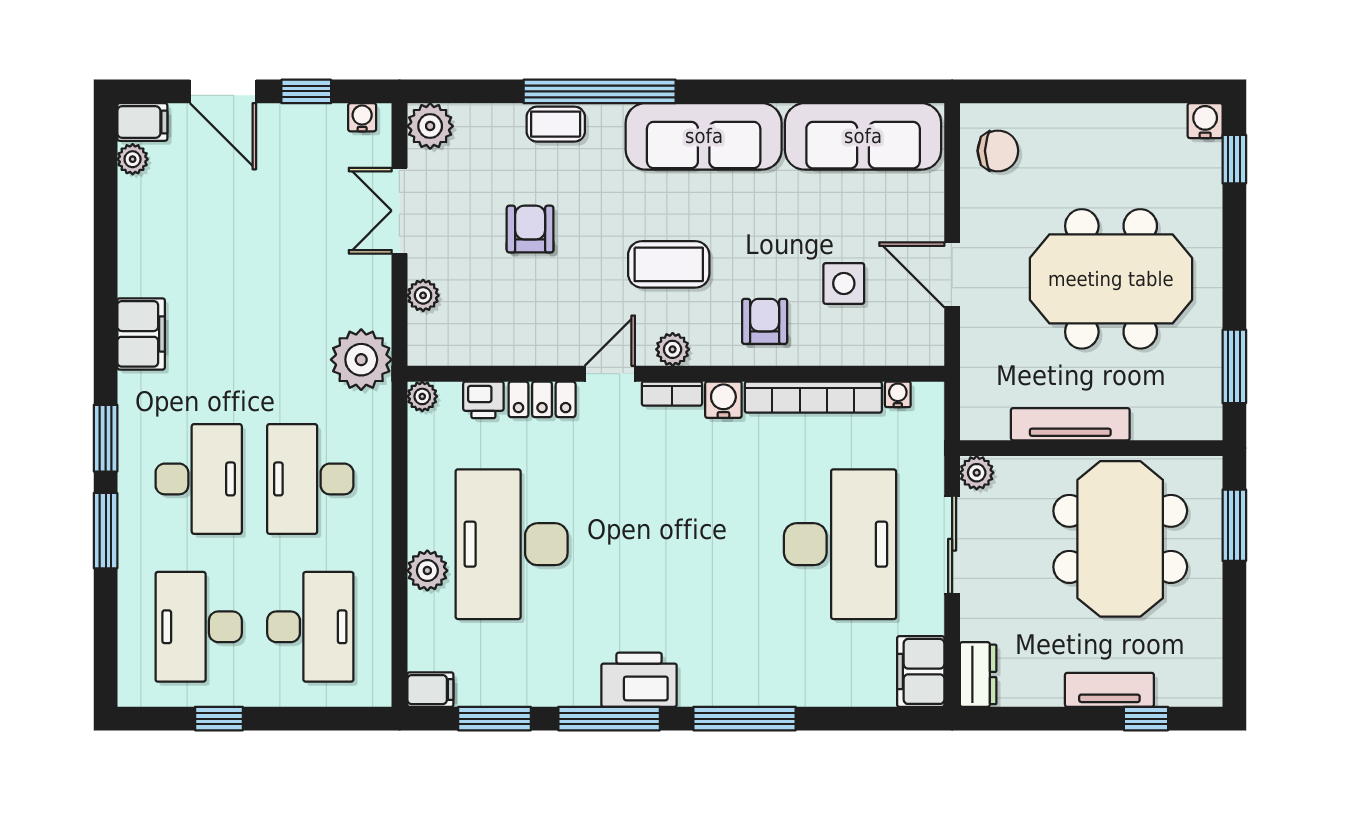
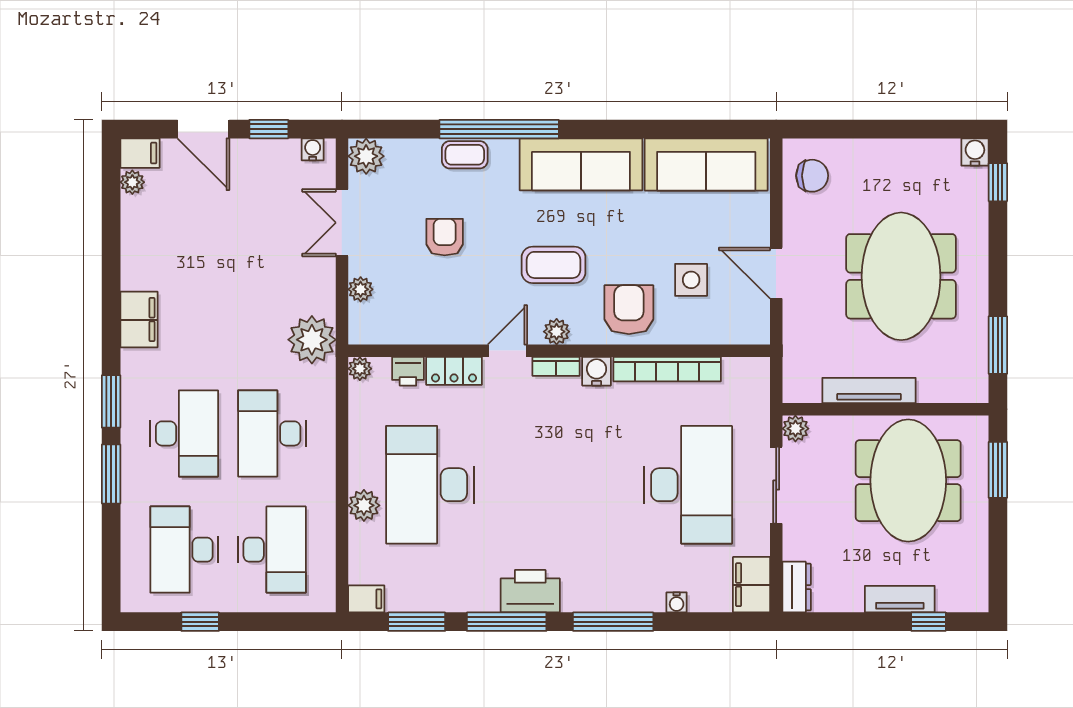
meeting table: (1111, 279) -> (901, 276), turned 90
armchair: (765, 321) -> (629, 310), width x1.38, depth x1.38
water cooler: (898, 394) -> (677, 602), moved, turned 180

